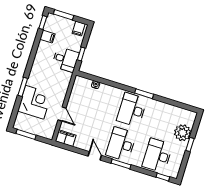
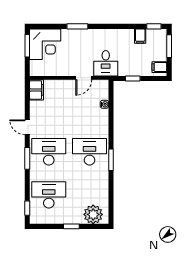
desk: (65, 59) -> (106, 63), moved
corner desk: (35, 102) -> (45, 44), moved
door: (62, 114) -> (84, 78), moved
plant: (183, 133) -> (93, 214), moved
door: (95, 156) -> (27, 127), swing flipped

